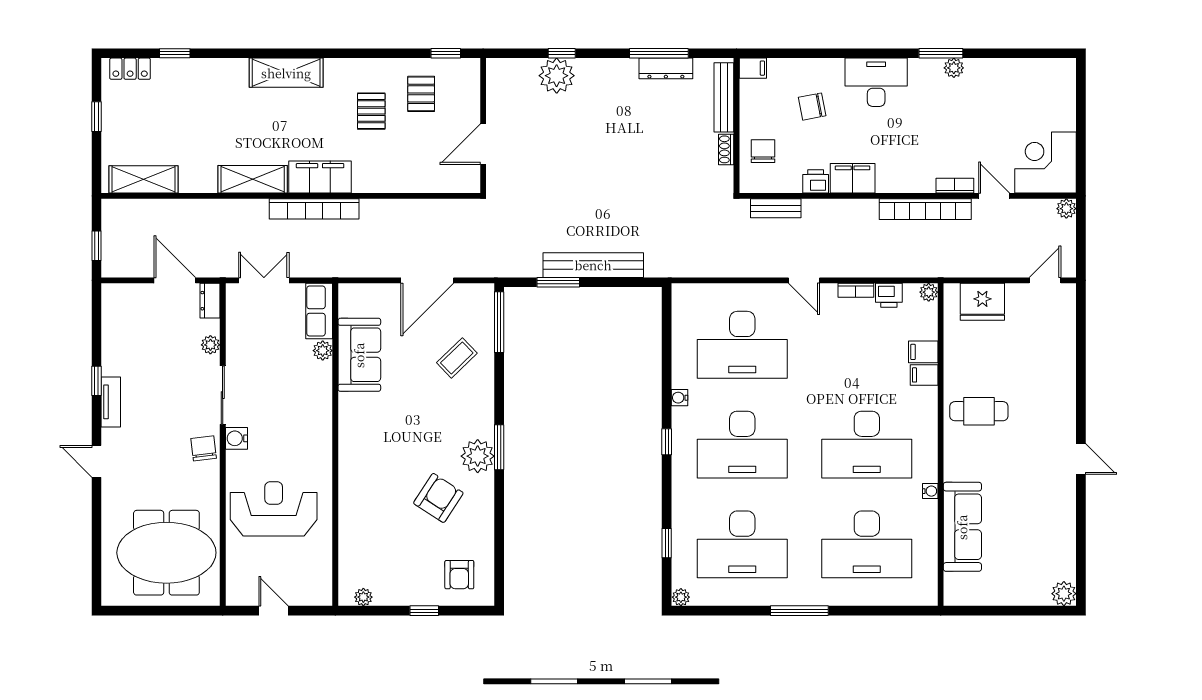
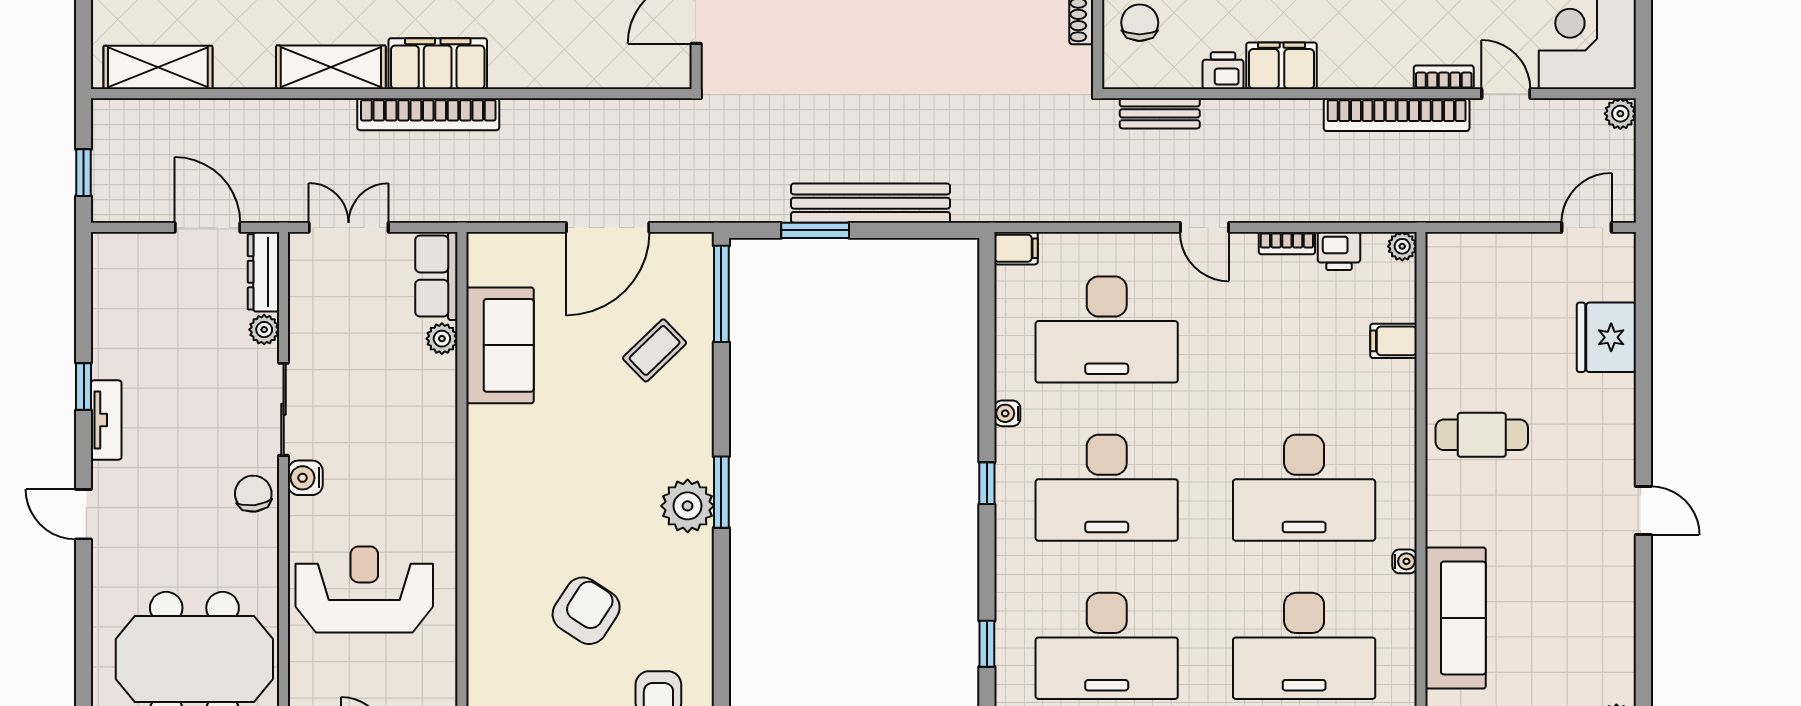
dresser: (210, 301) -> (263, 272), width x1.44
fridge: (982, 302) -> (1606, 337), moved, turned 90
filing cabinet: (924, 375) -> (1016, 248), moved, turned 180
armchair: (438, 498) -> (586, 611), moved

